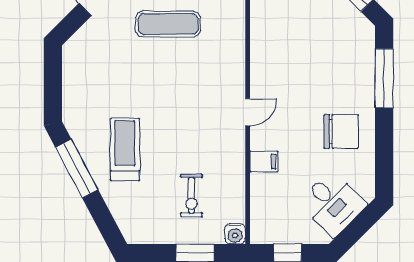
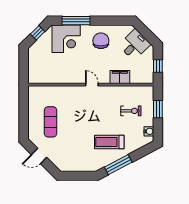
corner desk: (345, 57) -> (66, 39), added
filing cabinet: (264, 162) -> (120, 77), width x2.00
water cooler: (235, 234) -> (149, 131), moved

